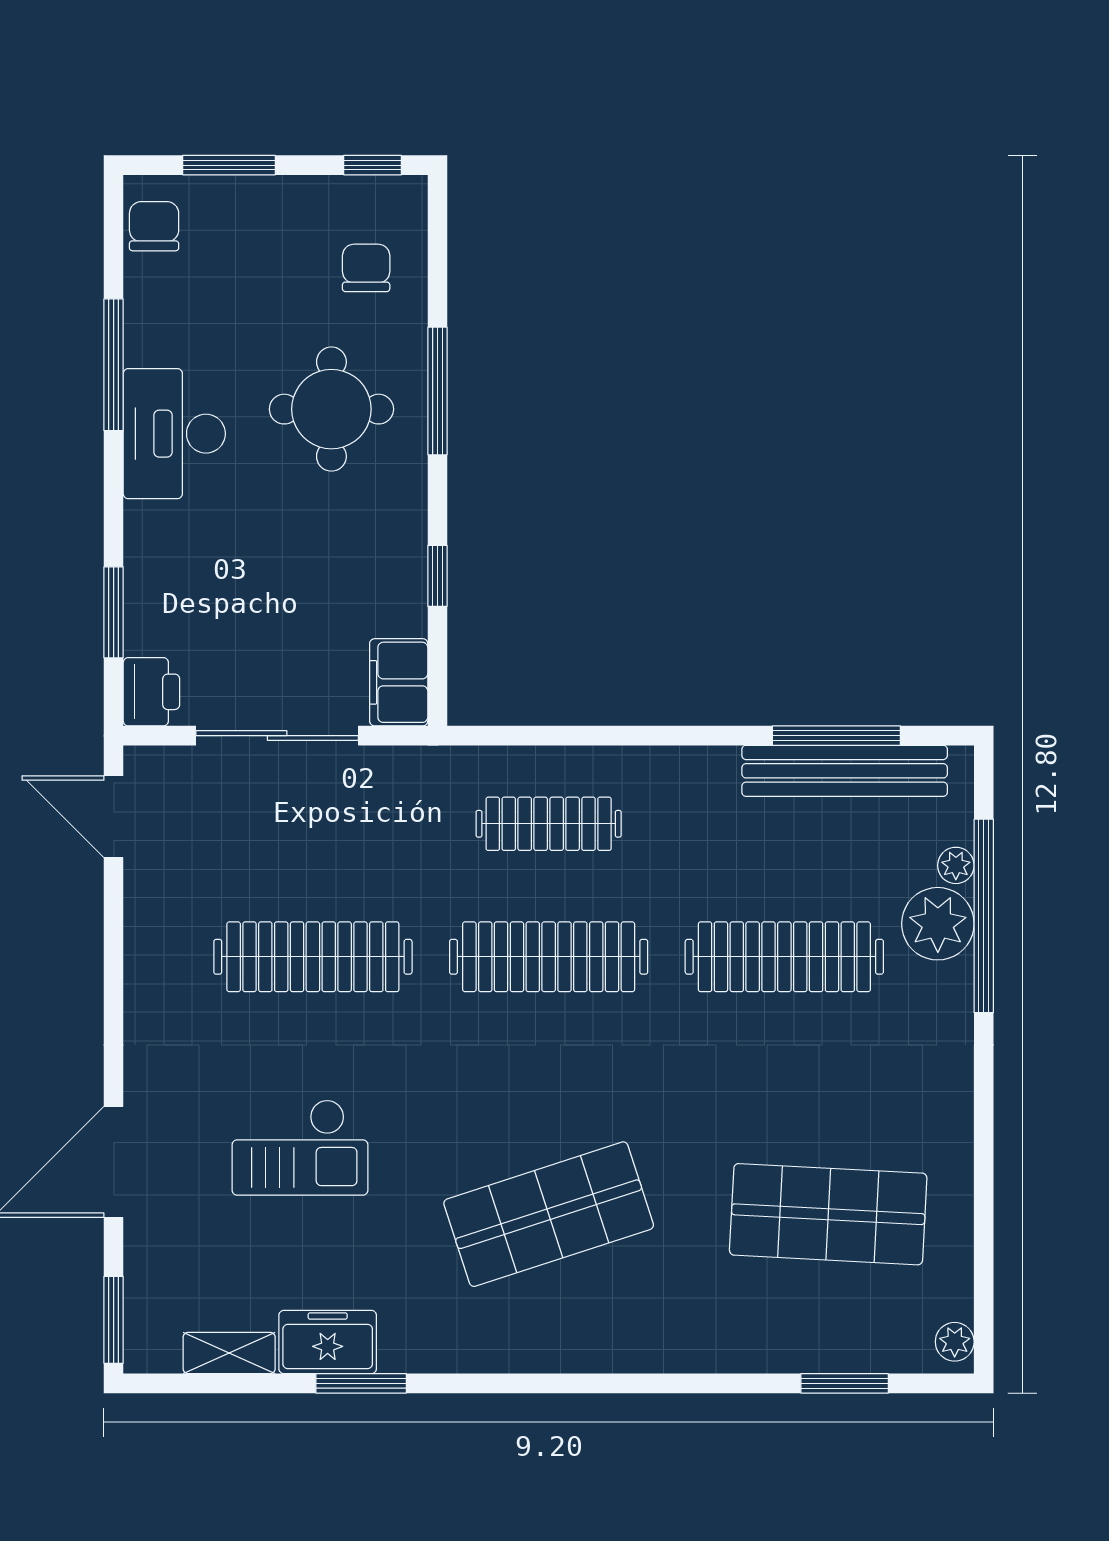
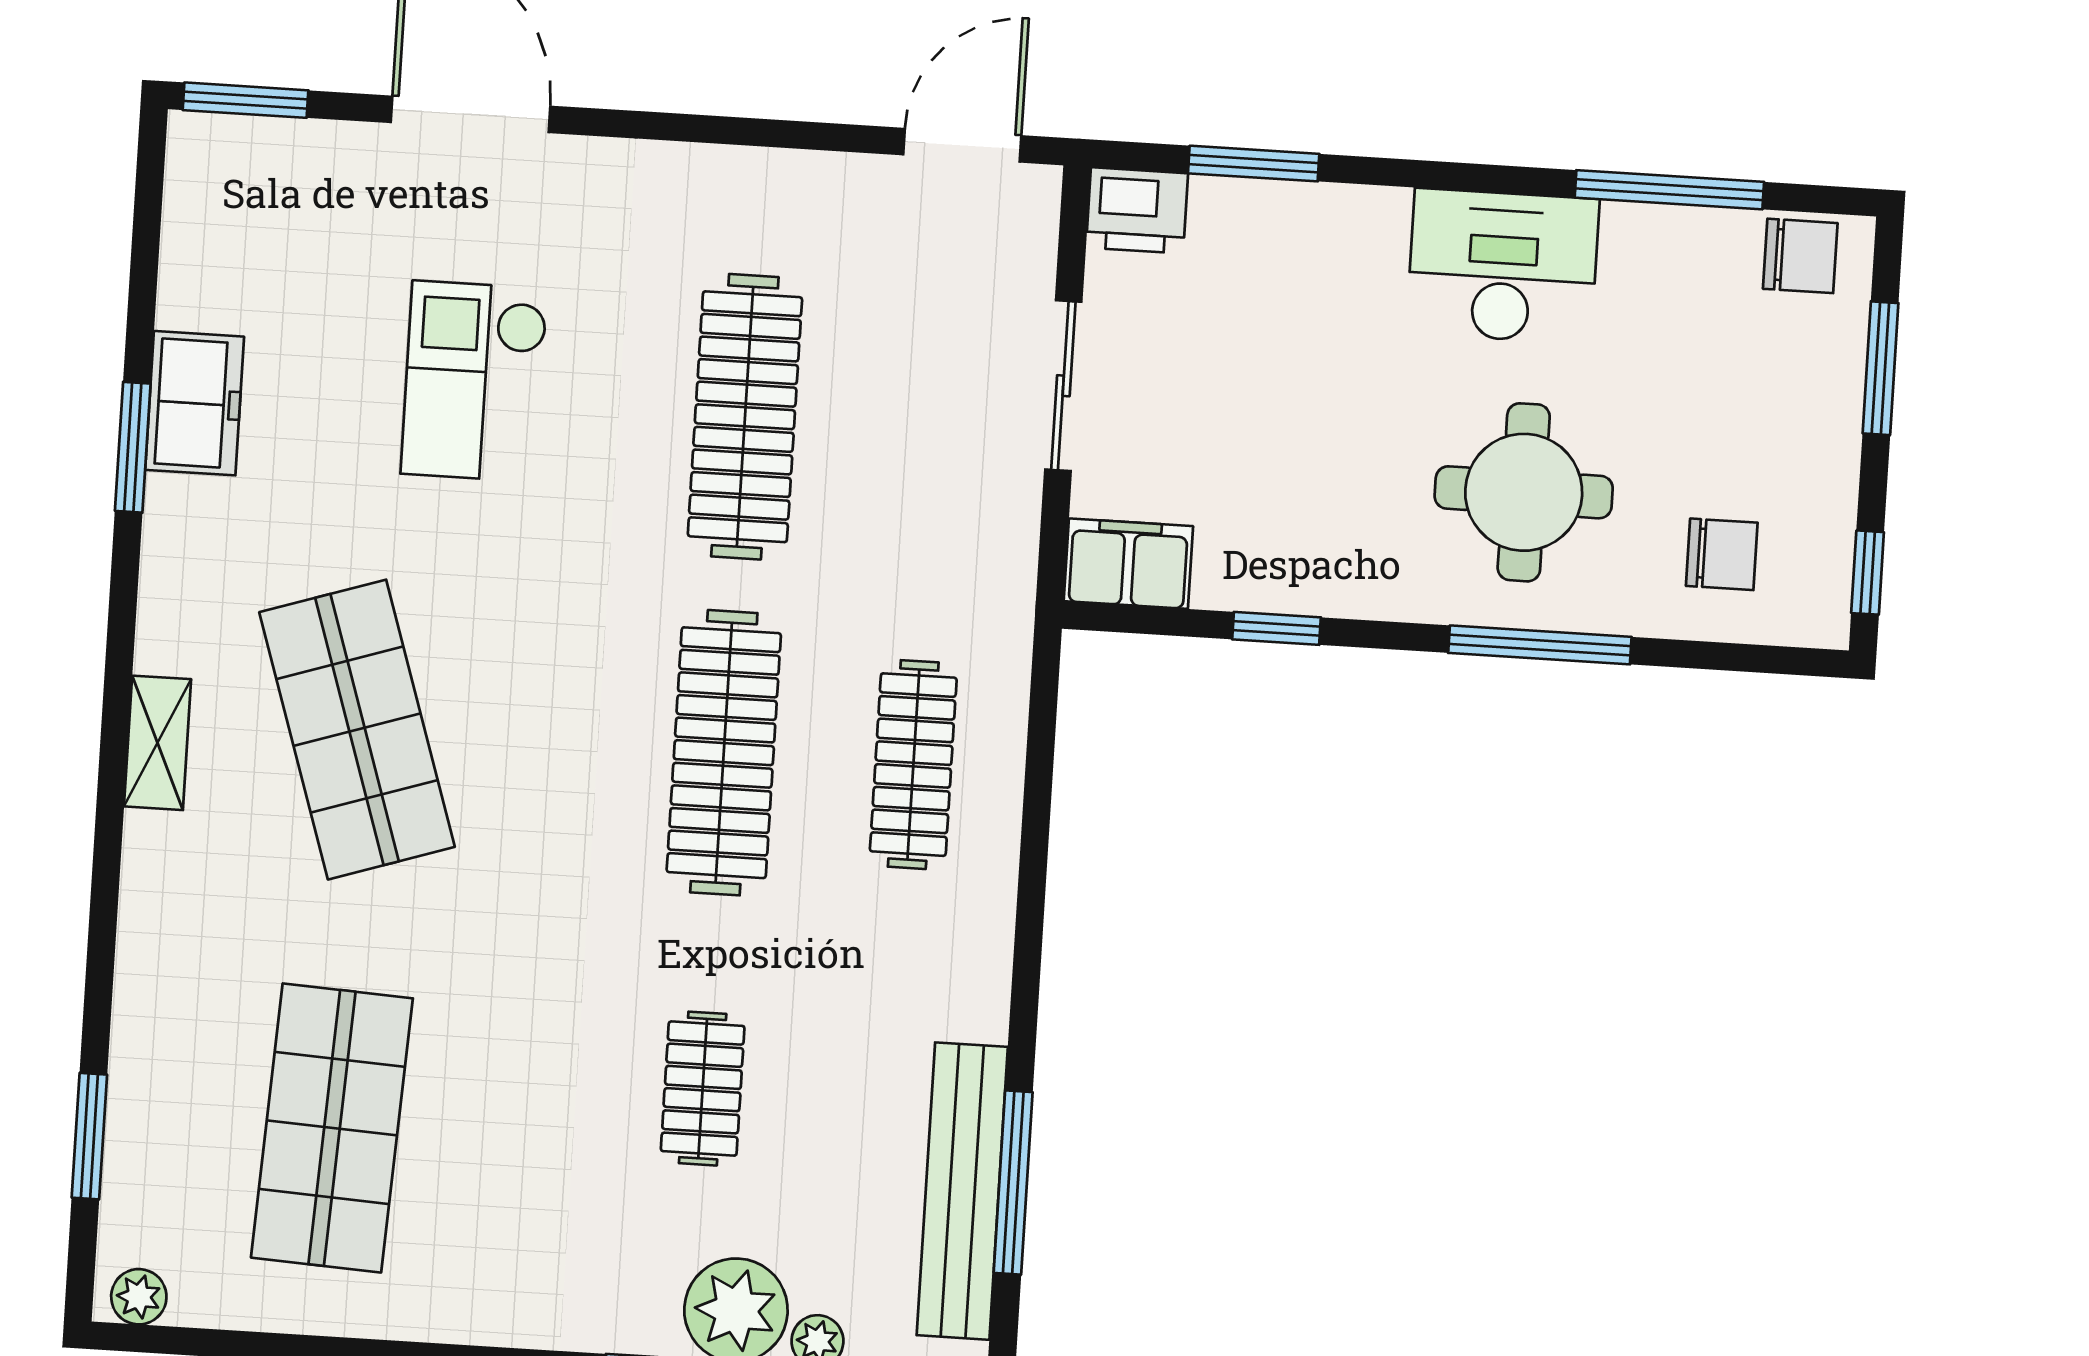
window: (114, 365) -> (1669, 190), moved
sliding door: (277, 736) -> (1063, 386), width x0.73
clothes rail: (784, 957) -> (703, 1089), width x0.54, depth x0.76
shelving: (229, 1353) -> (158, 743), moved

